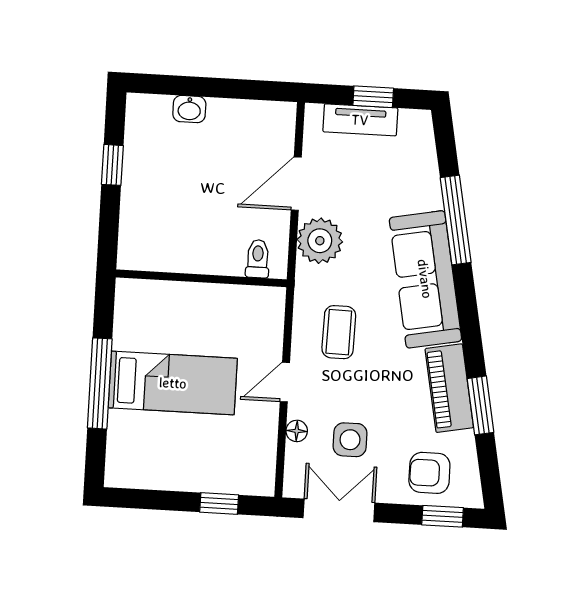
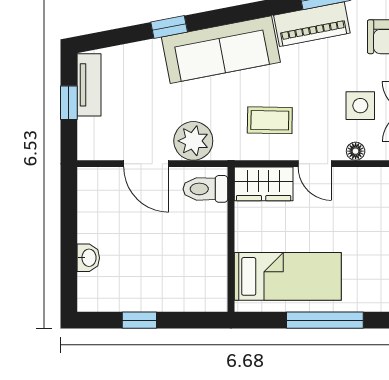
tv unit: (360, 120) -> (89, 85), moved
window: (456, 220) -> (169, 27), width x0.46
toilet: (258, 259) -> (205, 189), width x1.37, depth x1.39
wardrobe: (264, 321) -> (264, 184), added
bed: (173, 383) -> (288, 276), moved, turned 90

